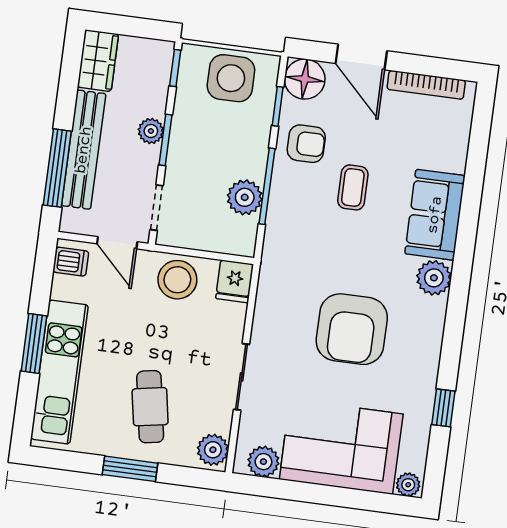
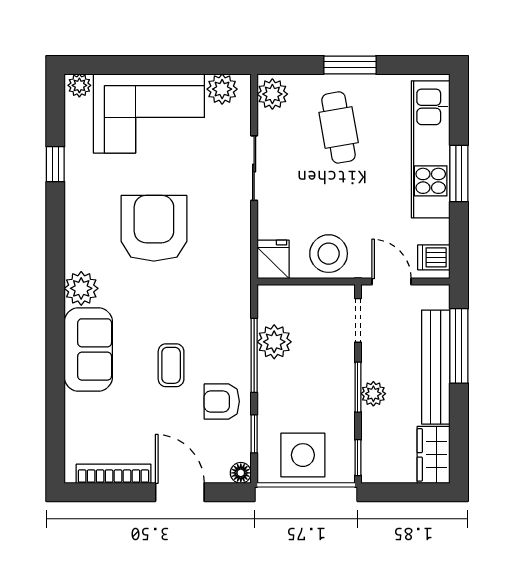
floor lamp: (305, 79) -> (241, 473), width x0.53, depth x0.53

